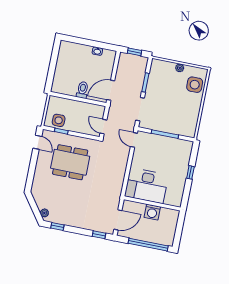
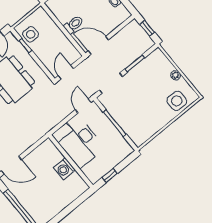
desk: (146, 186) -> (78, 141), moved
wall: (152, 203) -> (71, 161), moved
washing machine: (152, 212) -> (64, 169), moved

